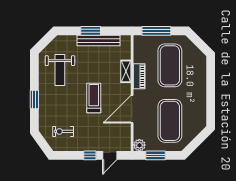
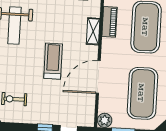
piano: (139, 76) -> (110, 22), moved

